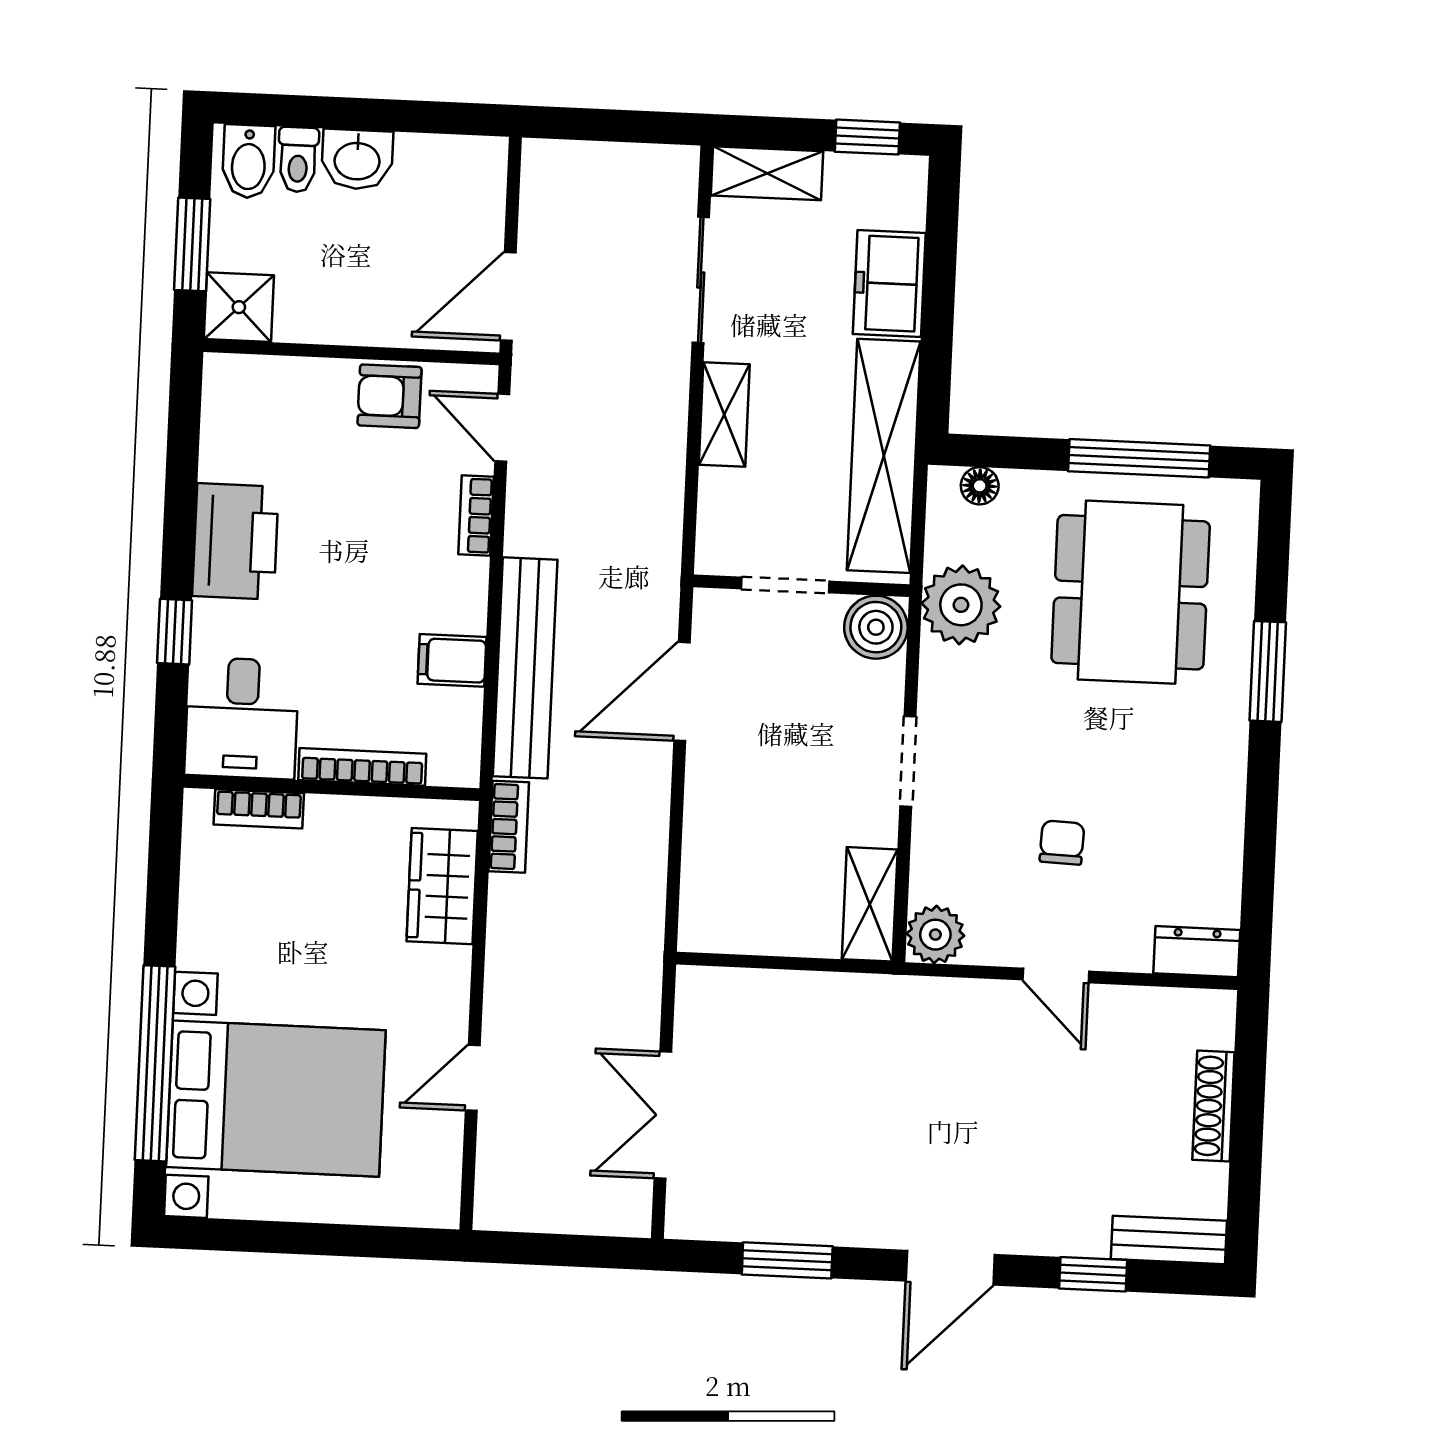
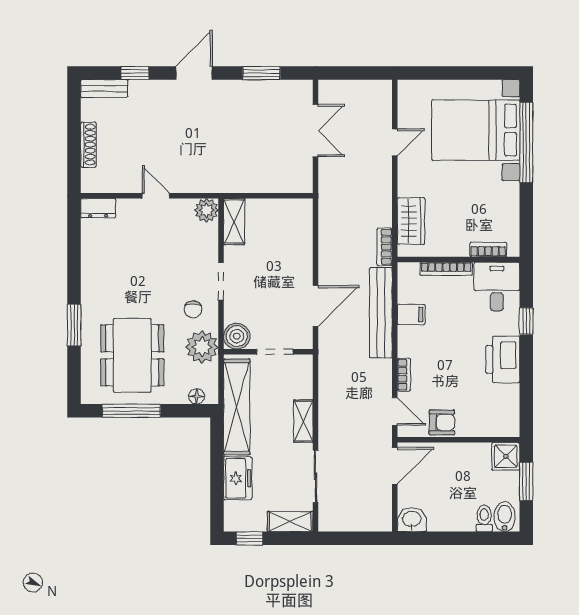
washbasin: (357, 159) -> (412, 520), moved
chair: (1062, 843) -> (193, 309), moved

